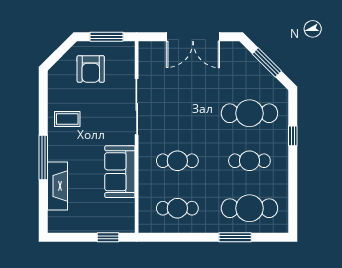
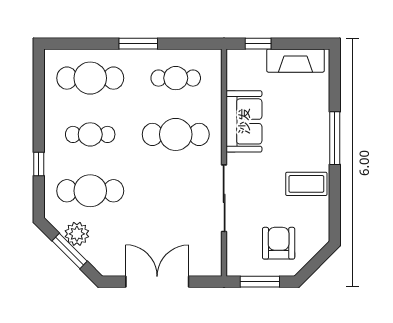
plant: (261, 77) -> (77, 234), added
coffee table: (67, 119) -> (306, 184), width x1.36, depth x1.30
cafe table: (177, 161) -> (176, 134), width x1.37, depth x1.35
fireplace: (58, 186) -> (295, 61), moved, turned -90
window: (235, 237) -> (138, 44), moved

